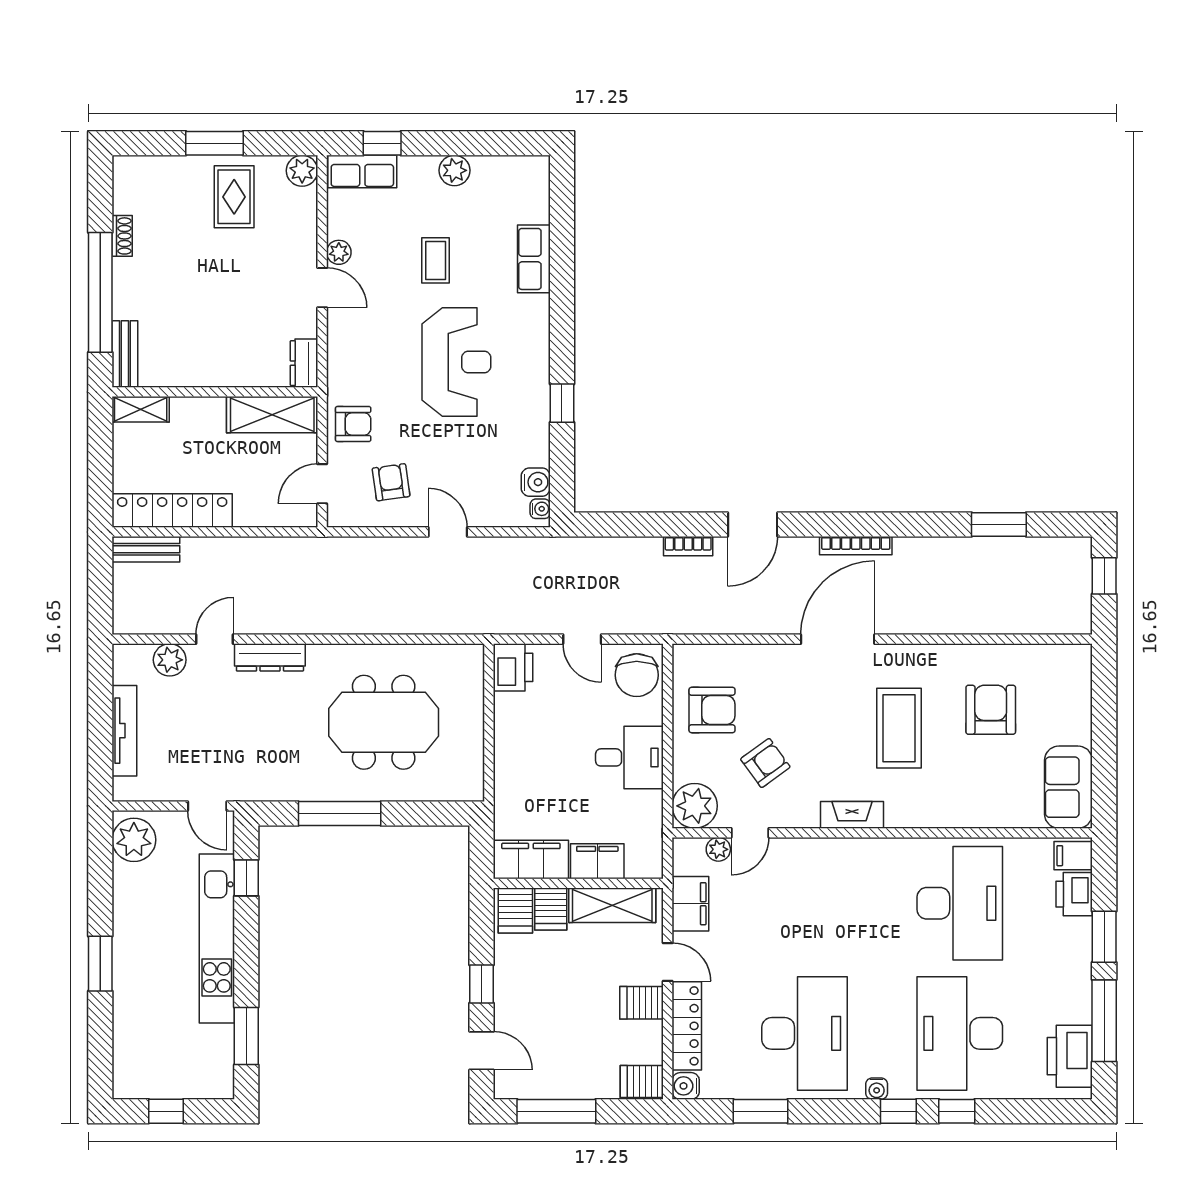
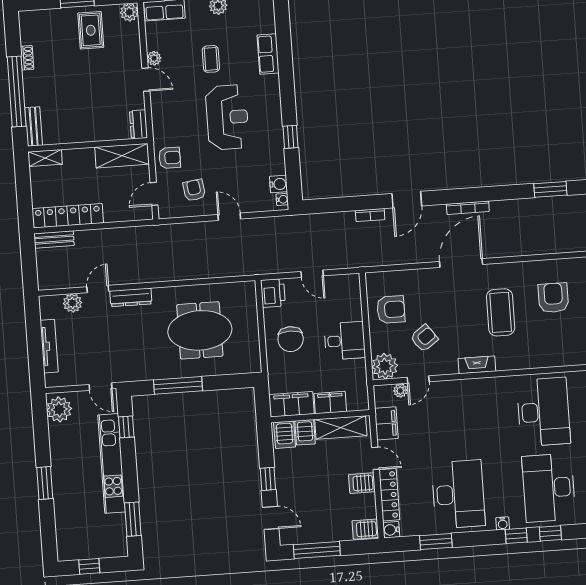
chair: (637, 675) -> (291, 339), moved

